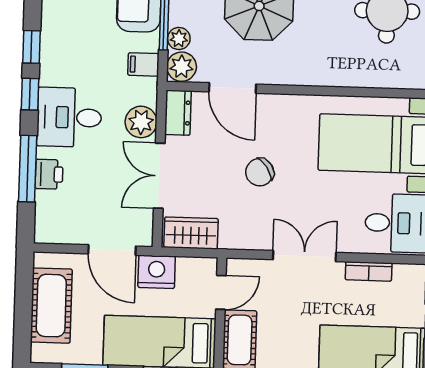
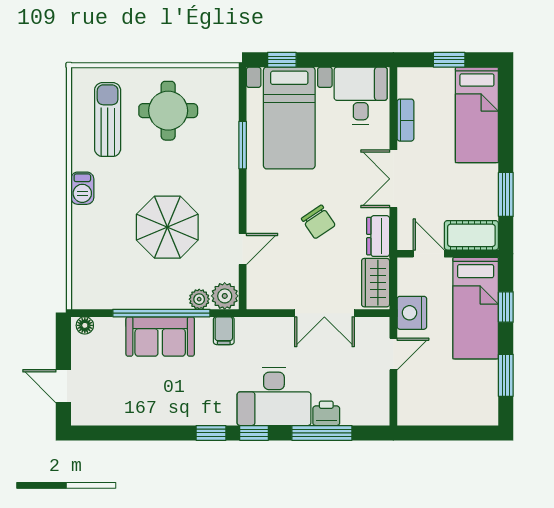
door: (232, 88) -> (243, 249), width x0.73
window: (347, 92) -> (243, 145), added
dresser: (178, 113) -> (378, 236), moved, turned -90
desk: (69, 117) -> (274, 397), width x1.37
plant: (141, 122) -> (276, 331), removed
door: (112, 250) -> (393, 354), width x0.73
cot: (51, 306) -> (446, 408), removed

